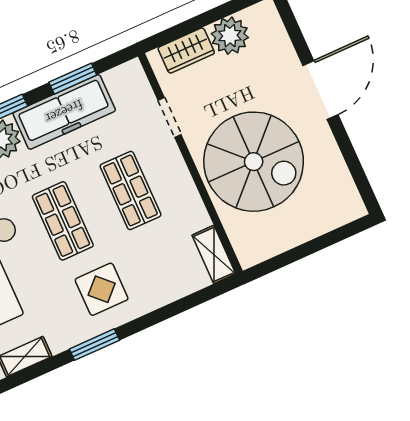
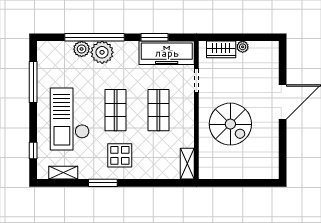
plant: (230, 36) -> (243, 47), width x0.53, depth x0.53
freezer: (64, 112) -> (167, 53), moved
spiral stairs: (254, 162) -> (230, 124), width x0.73, depth x0.73

